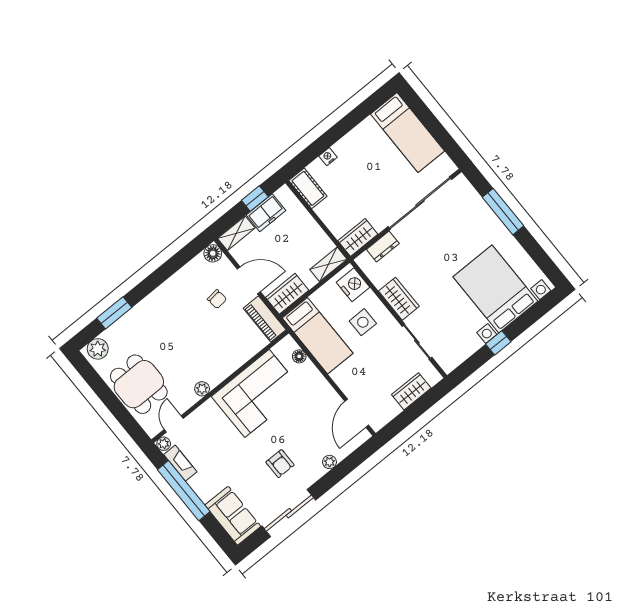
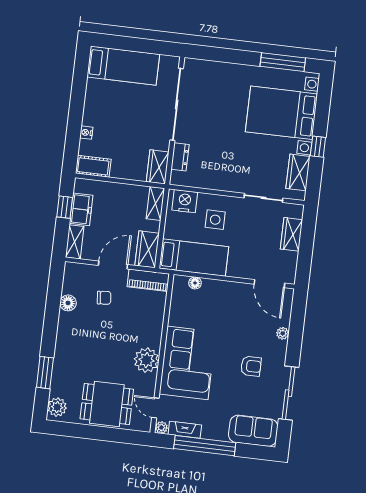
window: (503, 212) -> (283, 62), moved
floor lamp: (213, 253) -> (68, 303), moved
wardrobe: (399, 299) -> (298, 172), moved, turned -90
plant: (202, 389) -> (146, 360), width x1.87, depth x1.87
corner sofa: (257, 393) -> (187, 363), moved

